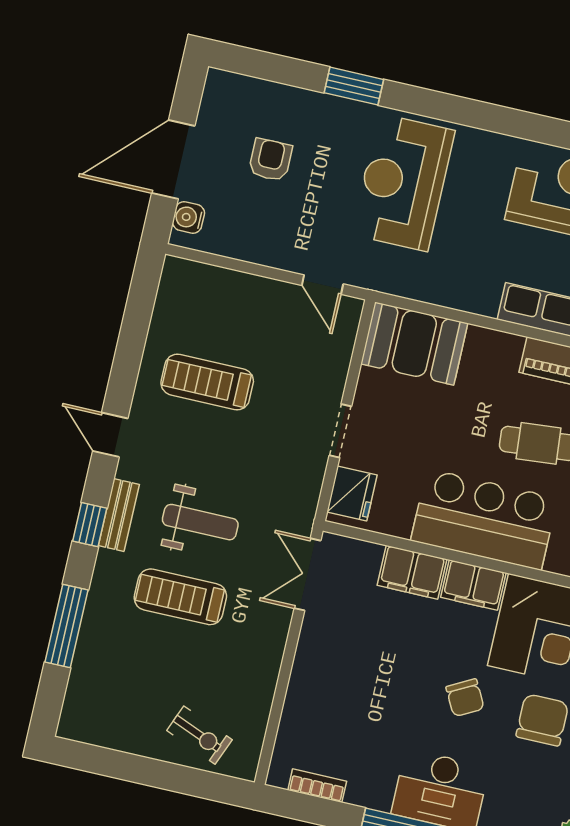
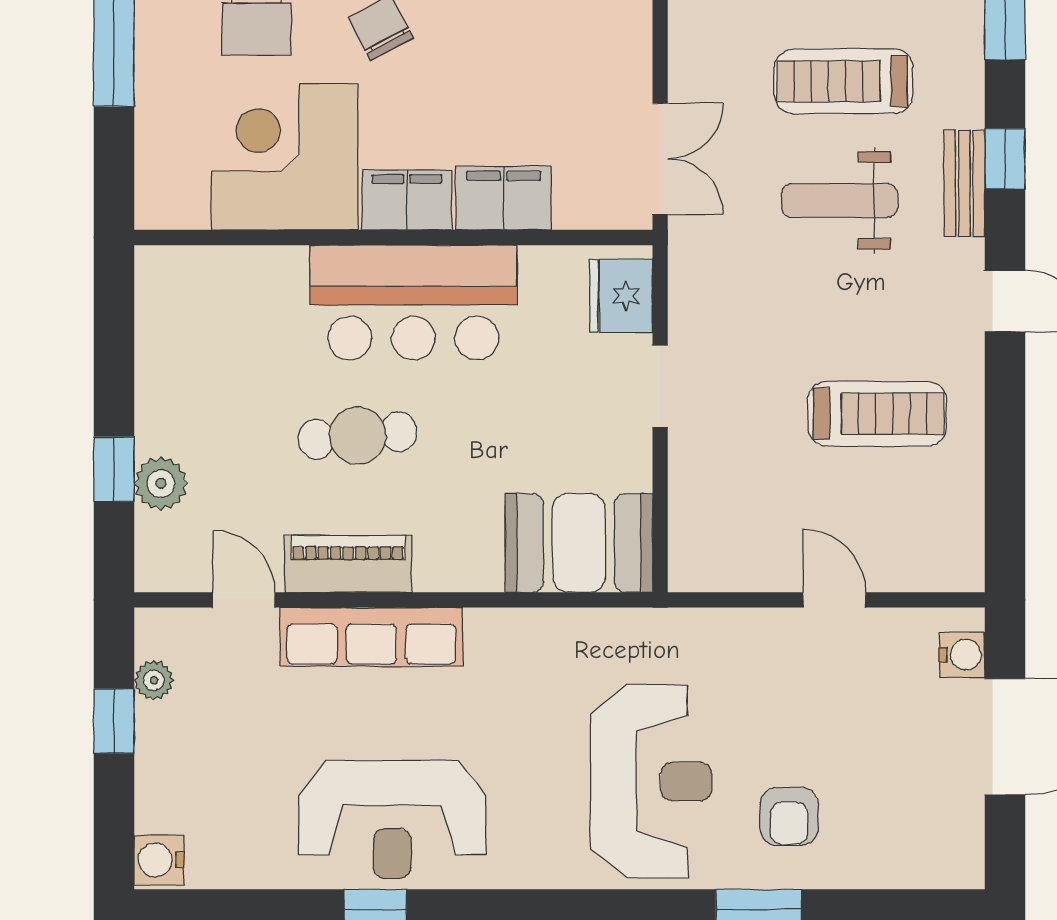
armchair: (270, 160) -> (789, 816), moved
door: (322, 285) -> (834, 600), moved
treadmill: (180, 597) -> (844, 81), turned 180

